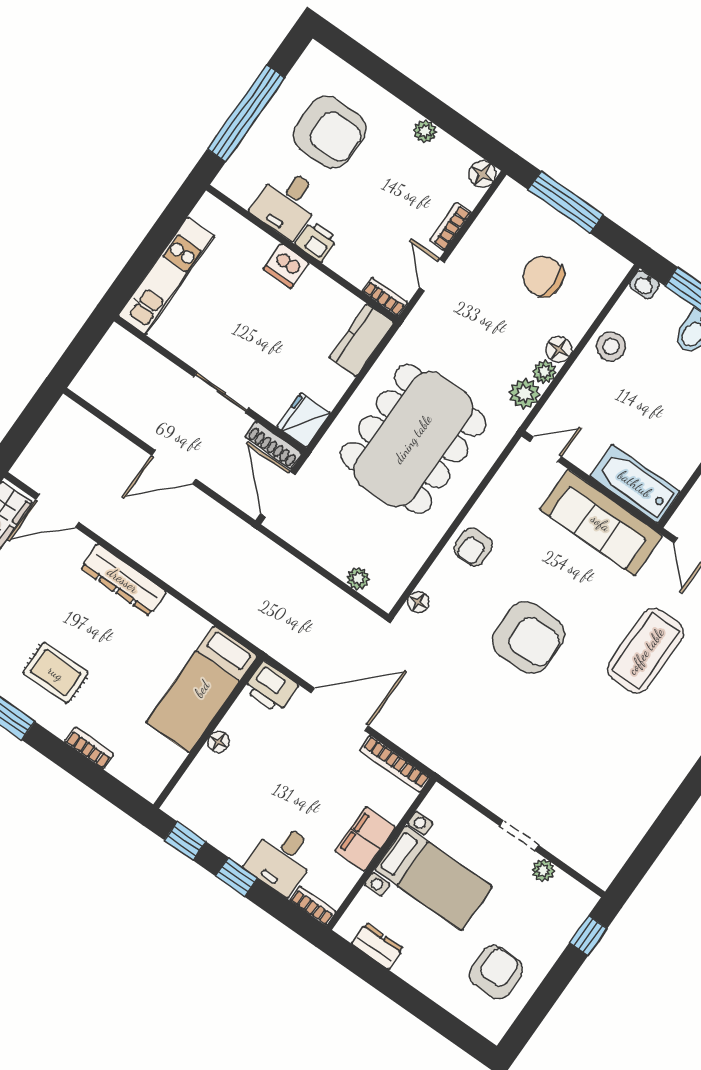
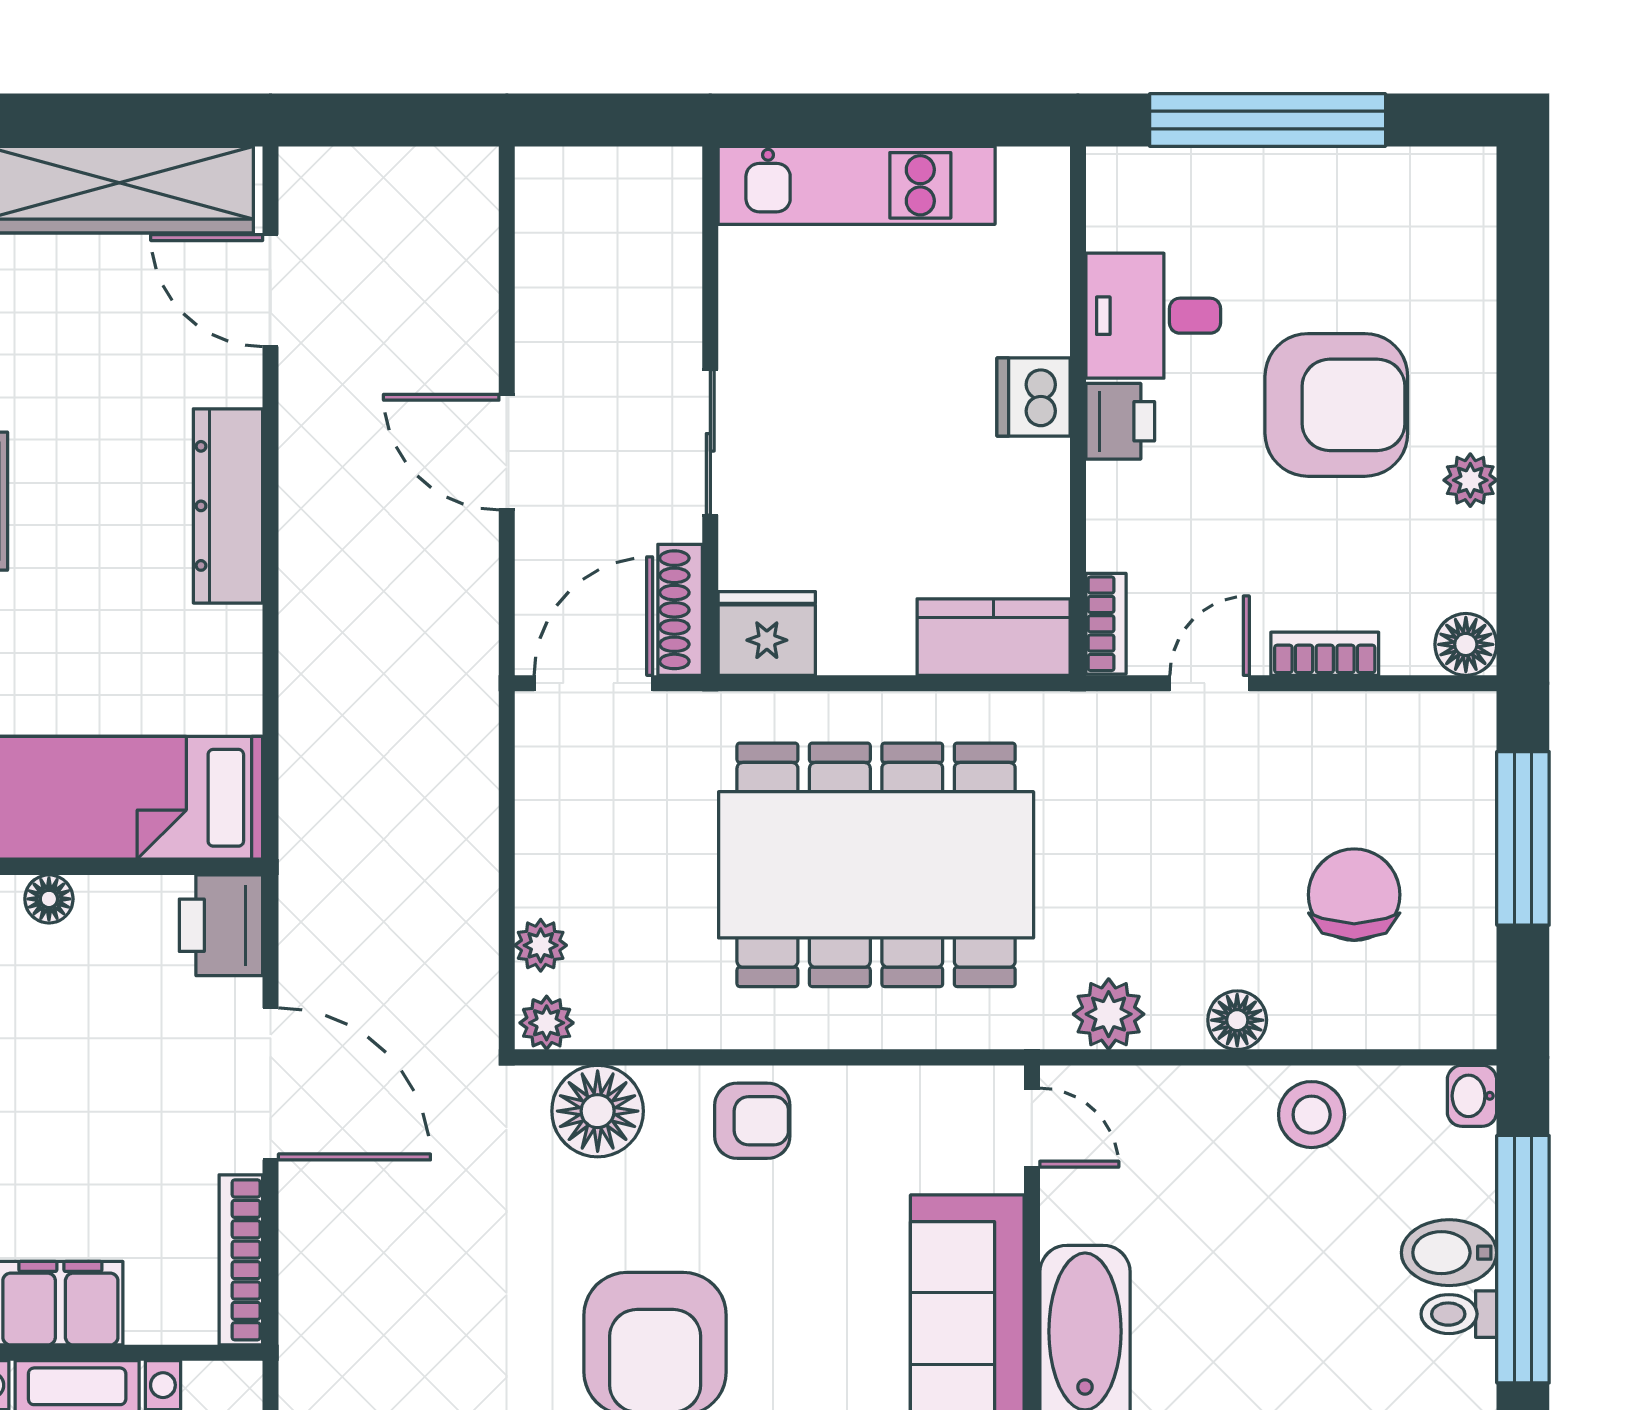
armchair: (330, 132) -> (1336, 405), moved, turned -90
plant: (544, 372) -> (547, 1023), moved
armchair: (473, 547) -> (752, 1121), turned 180
floor lamp: (418, 602) -> (598, 1111), width x1.89, depth x1.89

